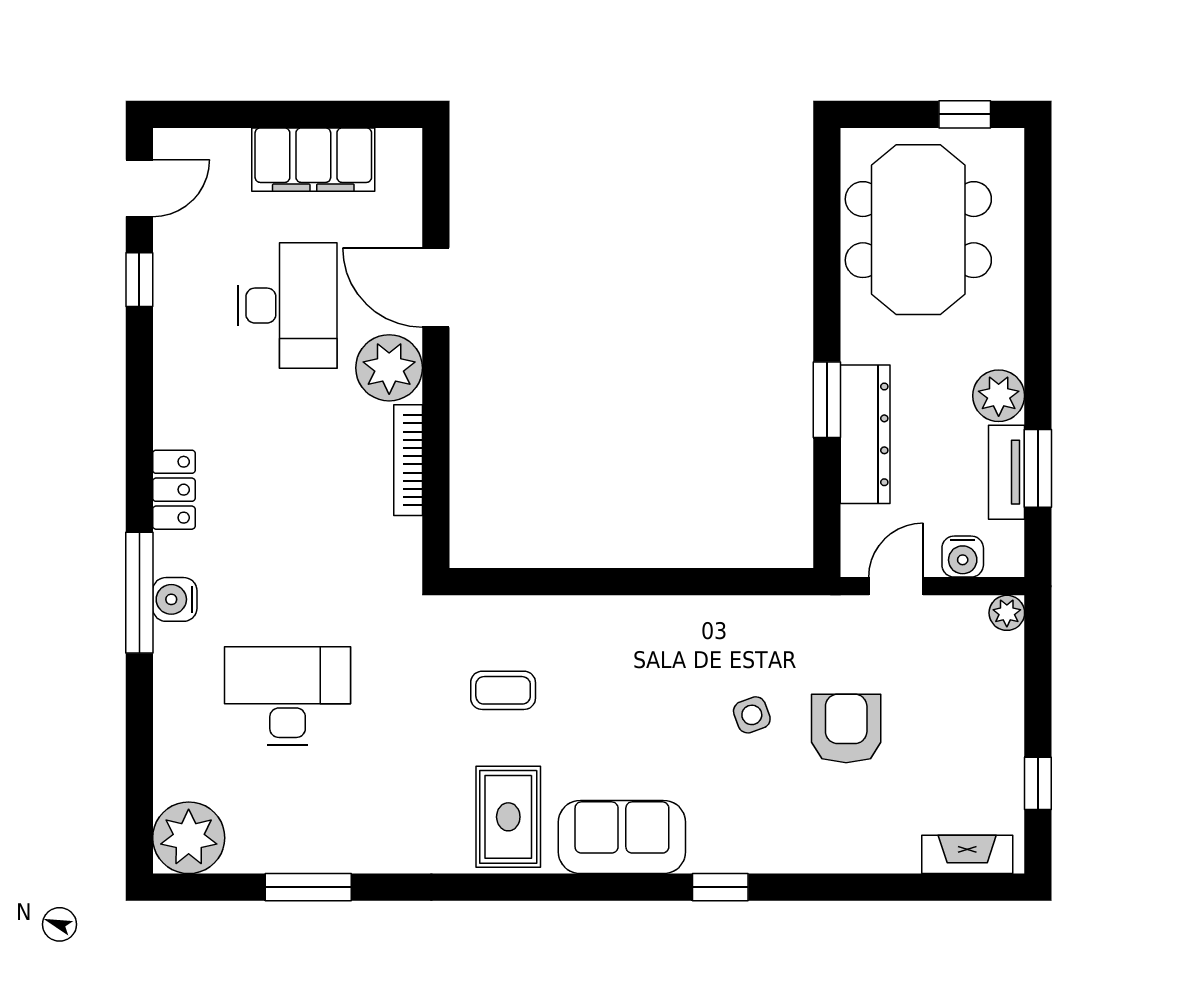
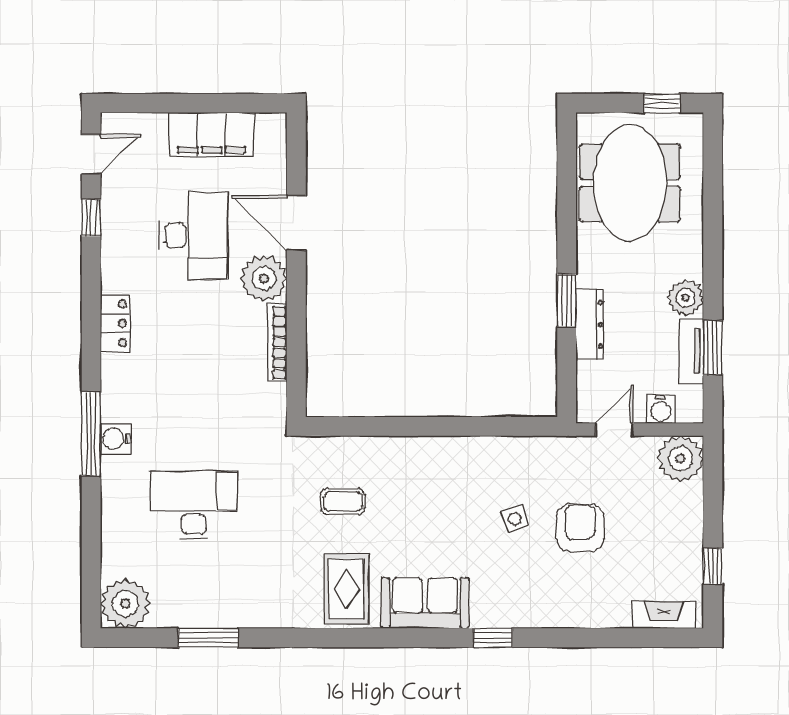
dresser: (865, 434) -> (590, 325), width x0.73, depth x0.80
locker: (174, 490) -> (115, 323), moved
plant: (1007, 613) -> (681, 459), width x1.88, depth x1.88

